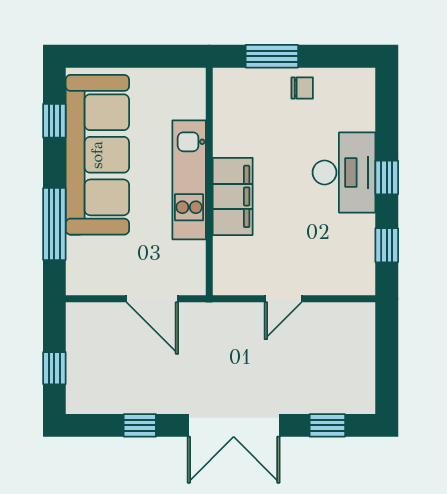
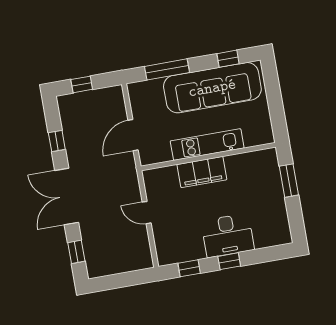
chair: (302, 88) -> (273, 202), removed

